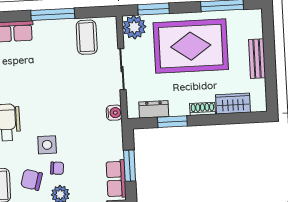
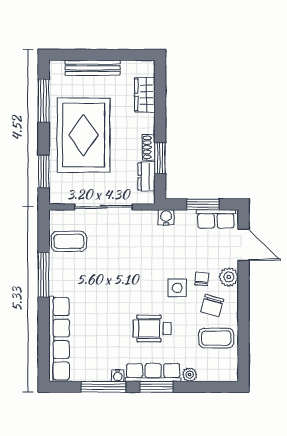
plant: (134, 27) -> (61, 192), removed
bench: (257, 59) -> (93, 68), width x1.36
sliding door: (122, 69) -> (104, 207), width x1.37
shoe rack: (202, 109) -> (149, 147), moved
water cooler: (114, 113) -> (166, 217), moved

